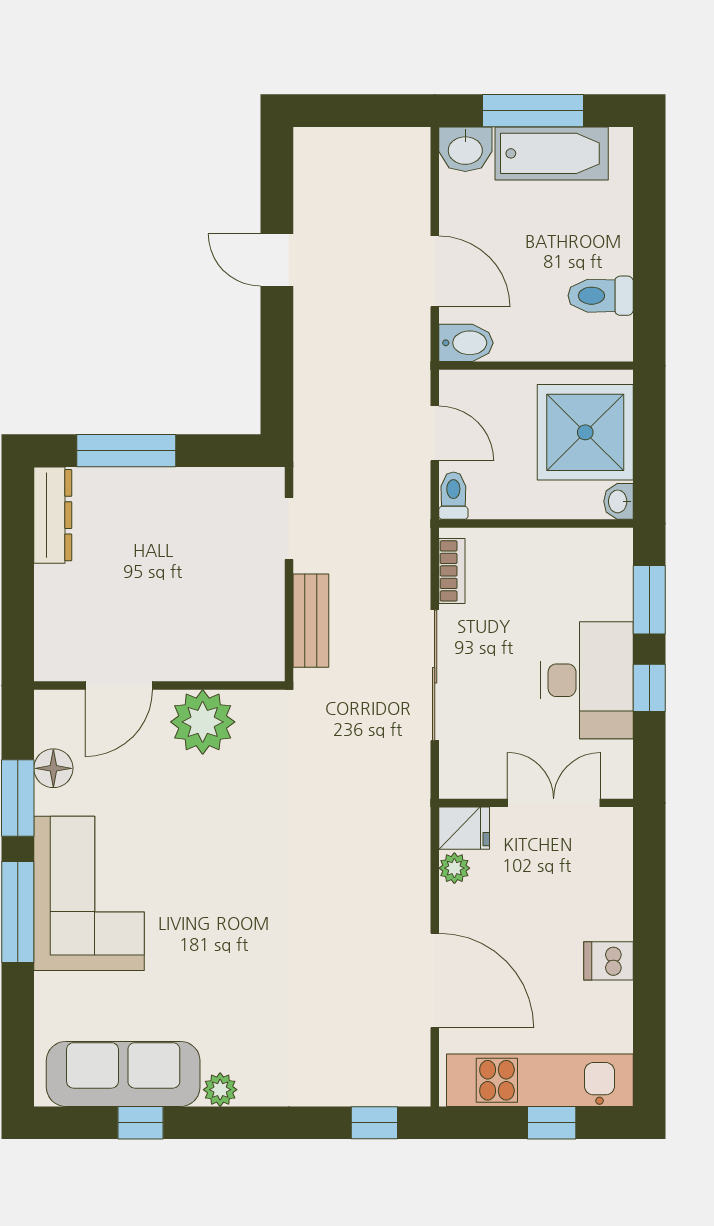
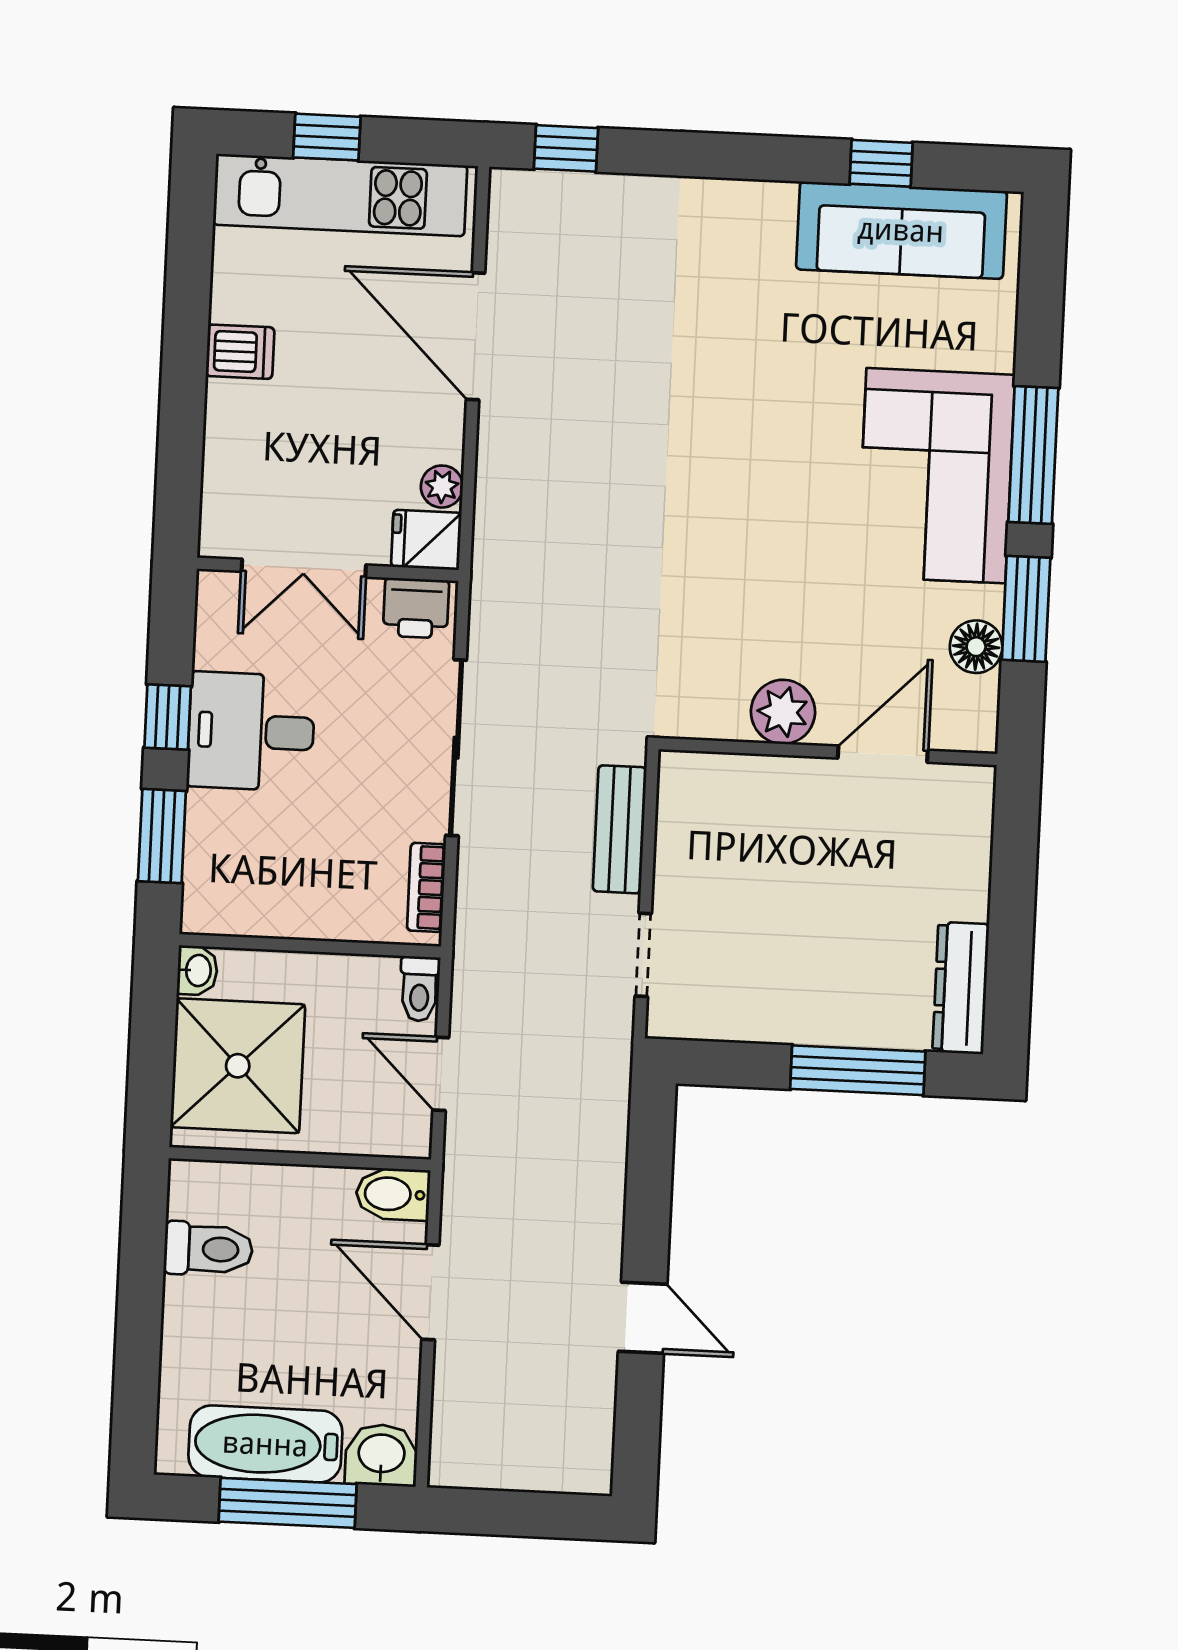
desk: (587, 680) -> (251, 731), width x0.73
plant: (203, 722) -> (783, 712), width x0.73, depth x0.73
printer: (469, 777) -> (416, 608), added
plant: (220, 1090) -> (772, 203), removed

